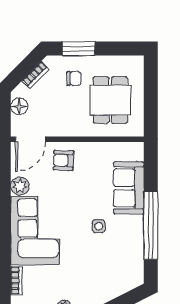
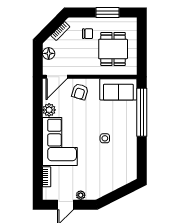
window: (79, 49) -> (108, 13), moved
armchair: (64, 160) -> (80, 92), turned -75
sofa: (129, 188) -> (118, 89), moved, turned -90
window: (151, 225) -> (142, 112), moved

